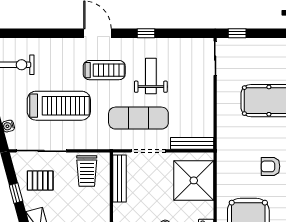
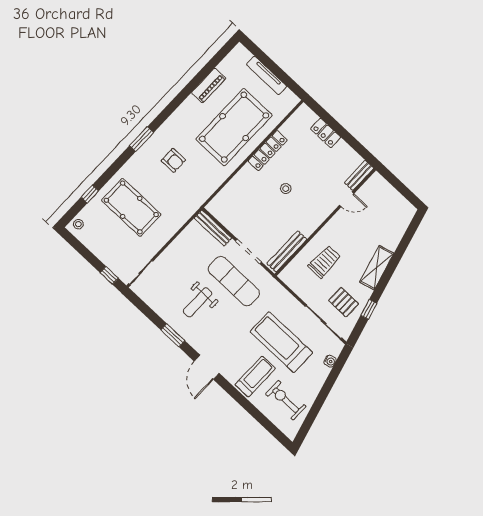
window: (146, 33) -> (173, 335), width x1.50
treadmill: (104, 70) -> (255, 376), moved, turned 90
trolley: (87, 171) -> (324, 262), moved
shower: (194, 180) -> (236, 201), removed

